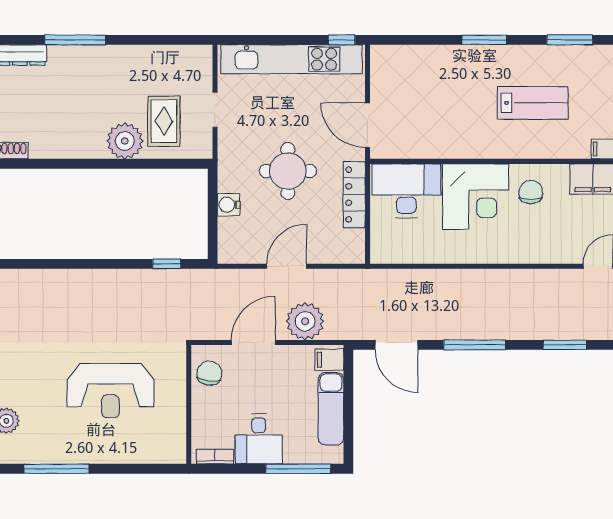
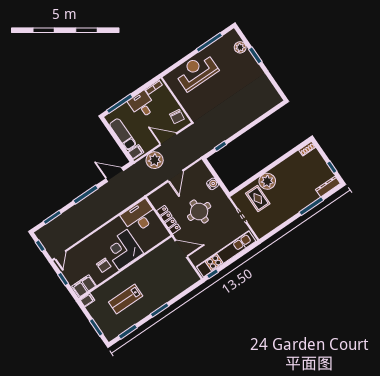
desk: (406, 191) -> (139, 217), moved, turned 180
door: (253, 342) -> (168, 139), swing flipped
reception desk: (110, 391) -> (197, 72), moved

